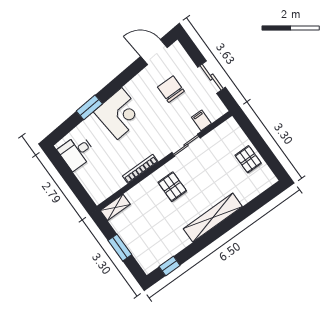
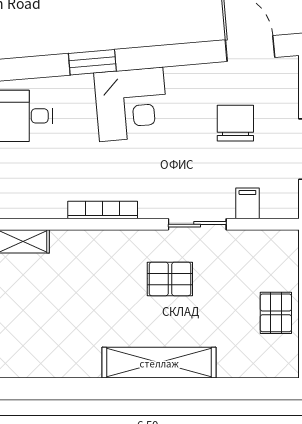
pallet: (172, 187) -> (170, 279), moved, turned 90
window: (170, 266) -> (41, 389), removed

